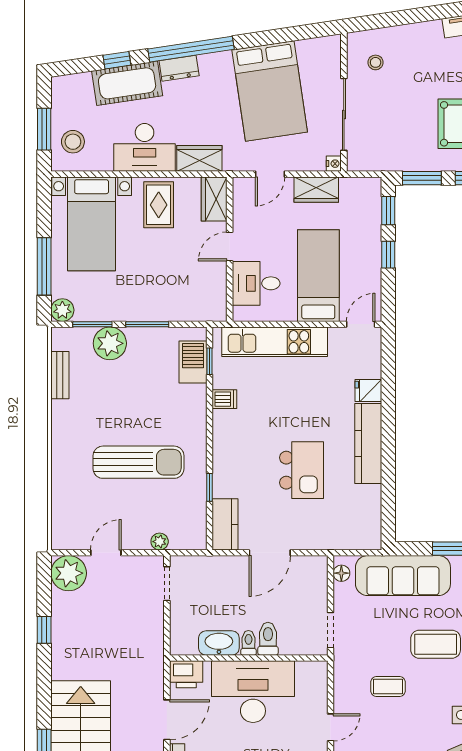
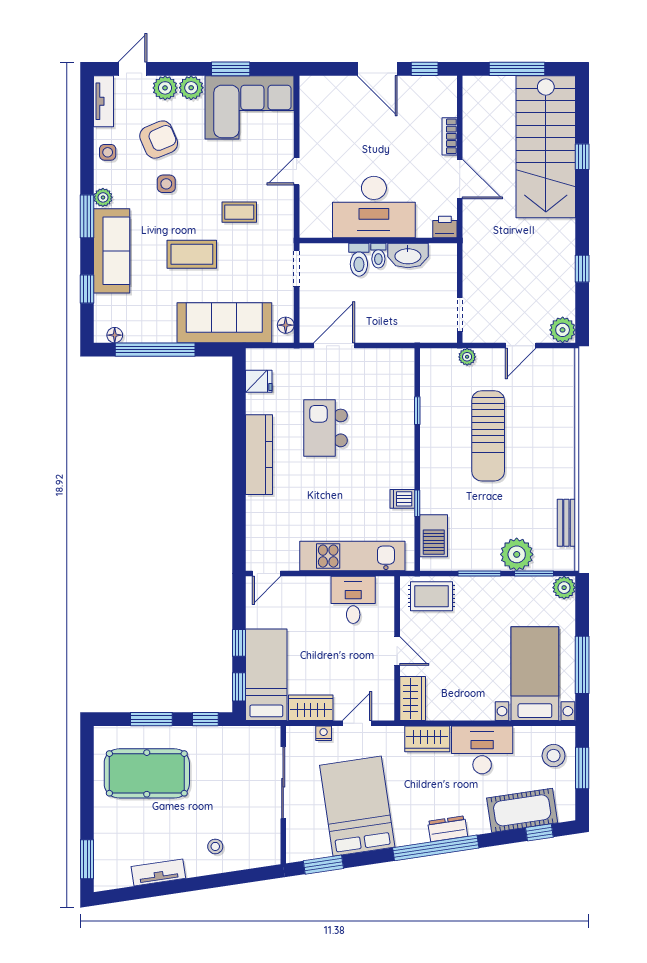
window: (304, 32) -> (323, 865), added
window: (117, 60) -> (539, 832), moved
stool: (376, 62) -> (215, 846), moved
cot: (127, 83) -> (522, 810), moved
nightstand: (334, 164) -> (324, 733), moved, turned 90
window: (422, 178) -> (205, 719), width x0.67
rug: (159, 205) -> (431, 596), moved, turned 90
door: (230, 247) -> (397, 651), hinge flipped
window: (44, 266) -> (582, 665), moved
bed: (318, 276) -> (266, 675), moved, turned 180
desk: (256, 283) -> (353, 600), moved, turned -90
window: (209, 361) -> (417, 503), moved
fridge: (368, 390) -> (259, 381), moved
sun lounger: (138, 462) -> (488, 436), turned -90
kitchen counter: (225, 524) -> (402, 374), removed
door: (270, 553) -> (334, 346), moved
plant: (69, 573) -> (563, 330), width x0.73, depth x0.73
printer: (186, 674) -> (445, 227), width x0.73, depth x0.81
door: (167, 720) -> (460, 179), swing flipped

